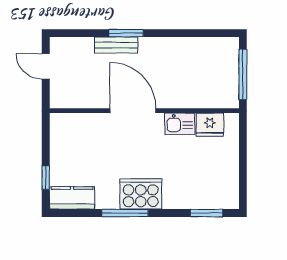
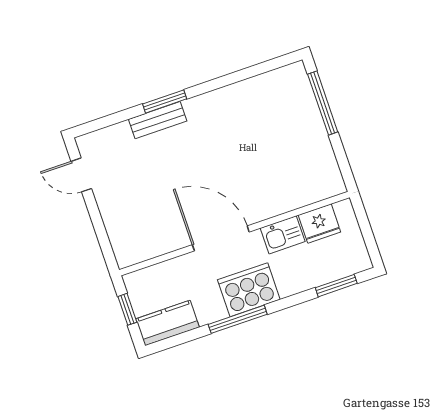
door: (133, 111) -> (221, 238), moved
wall: (144, 111) -> (234, 234), moved
kitchen sink: (180, 124) -> (283, 235), moved
fridge: (210, 125) -> (319, 223), moved

